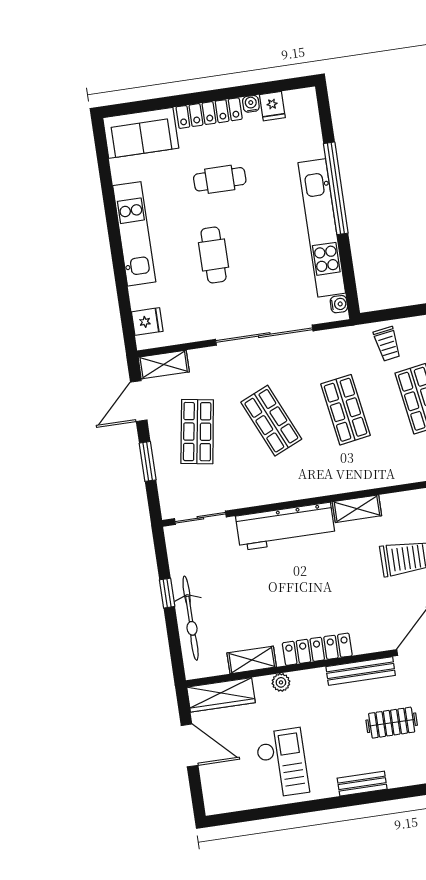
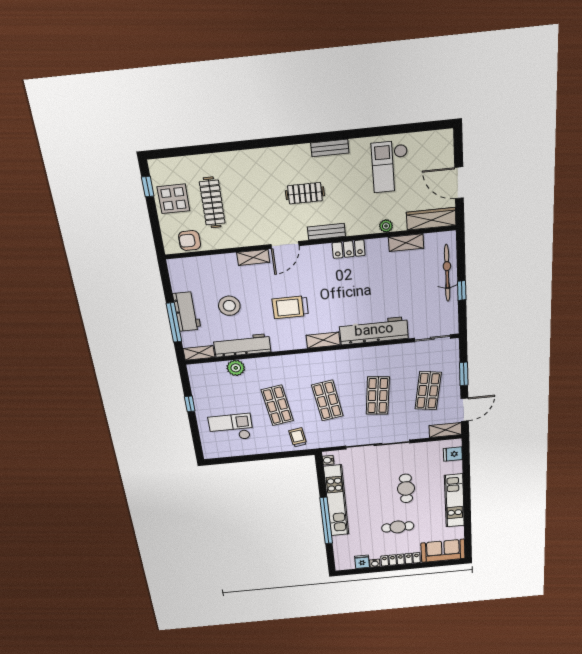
shop shelf: (271, 421) -> (378, 396), turned 30
locker: (317, 649) -> (349, 249), width x0.66
bench: (361, 671) -> (326, 232), width x0.73

